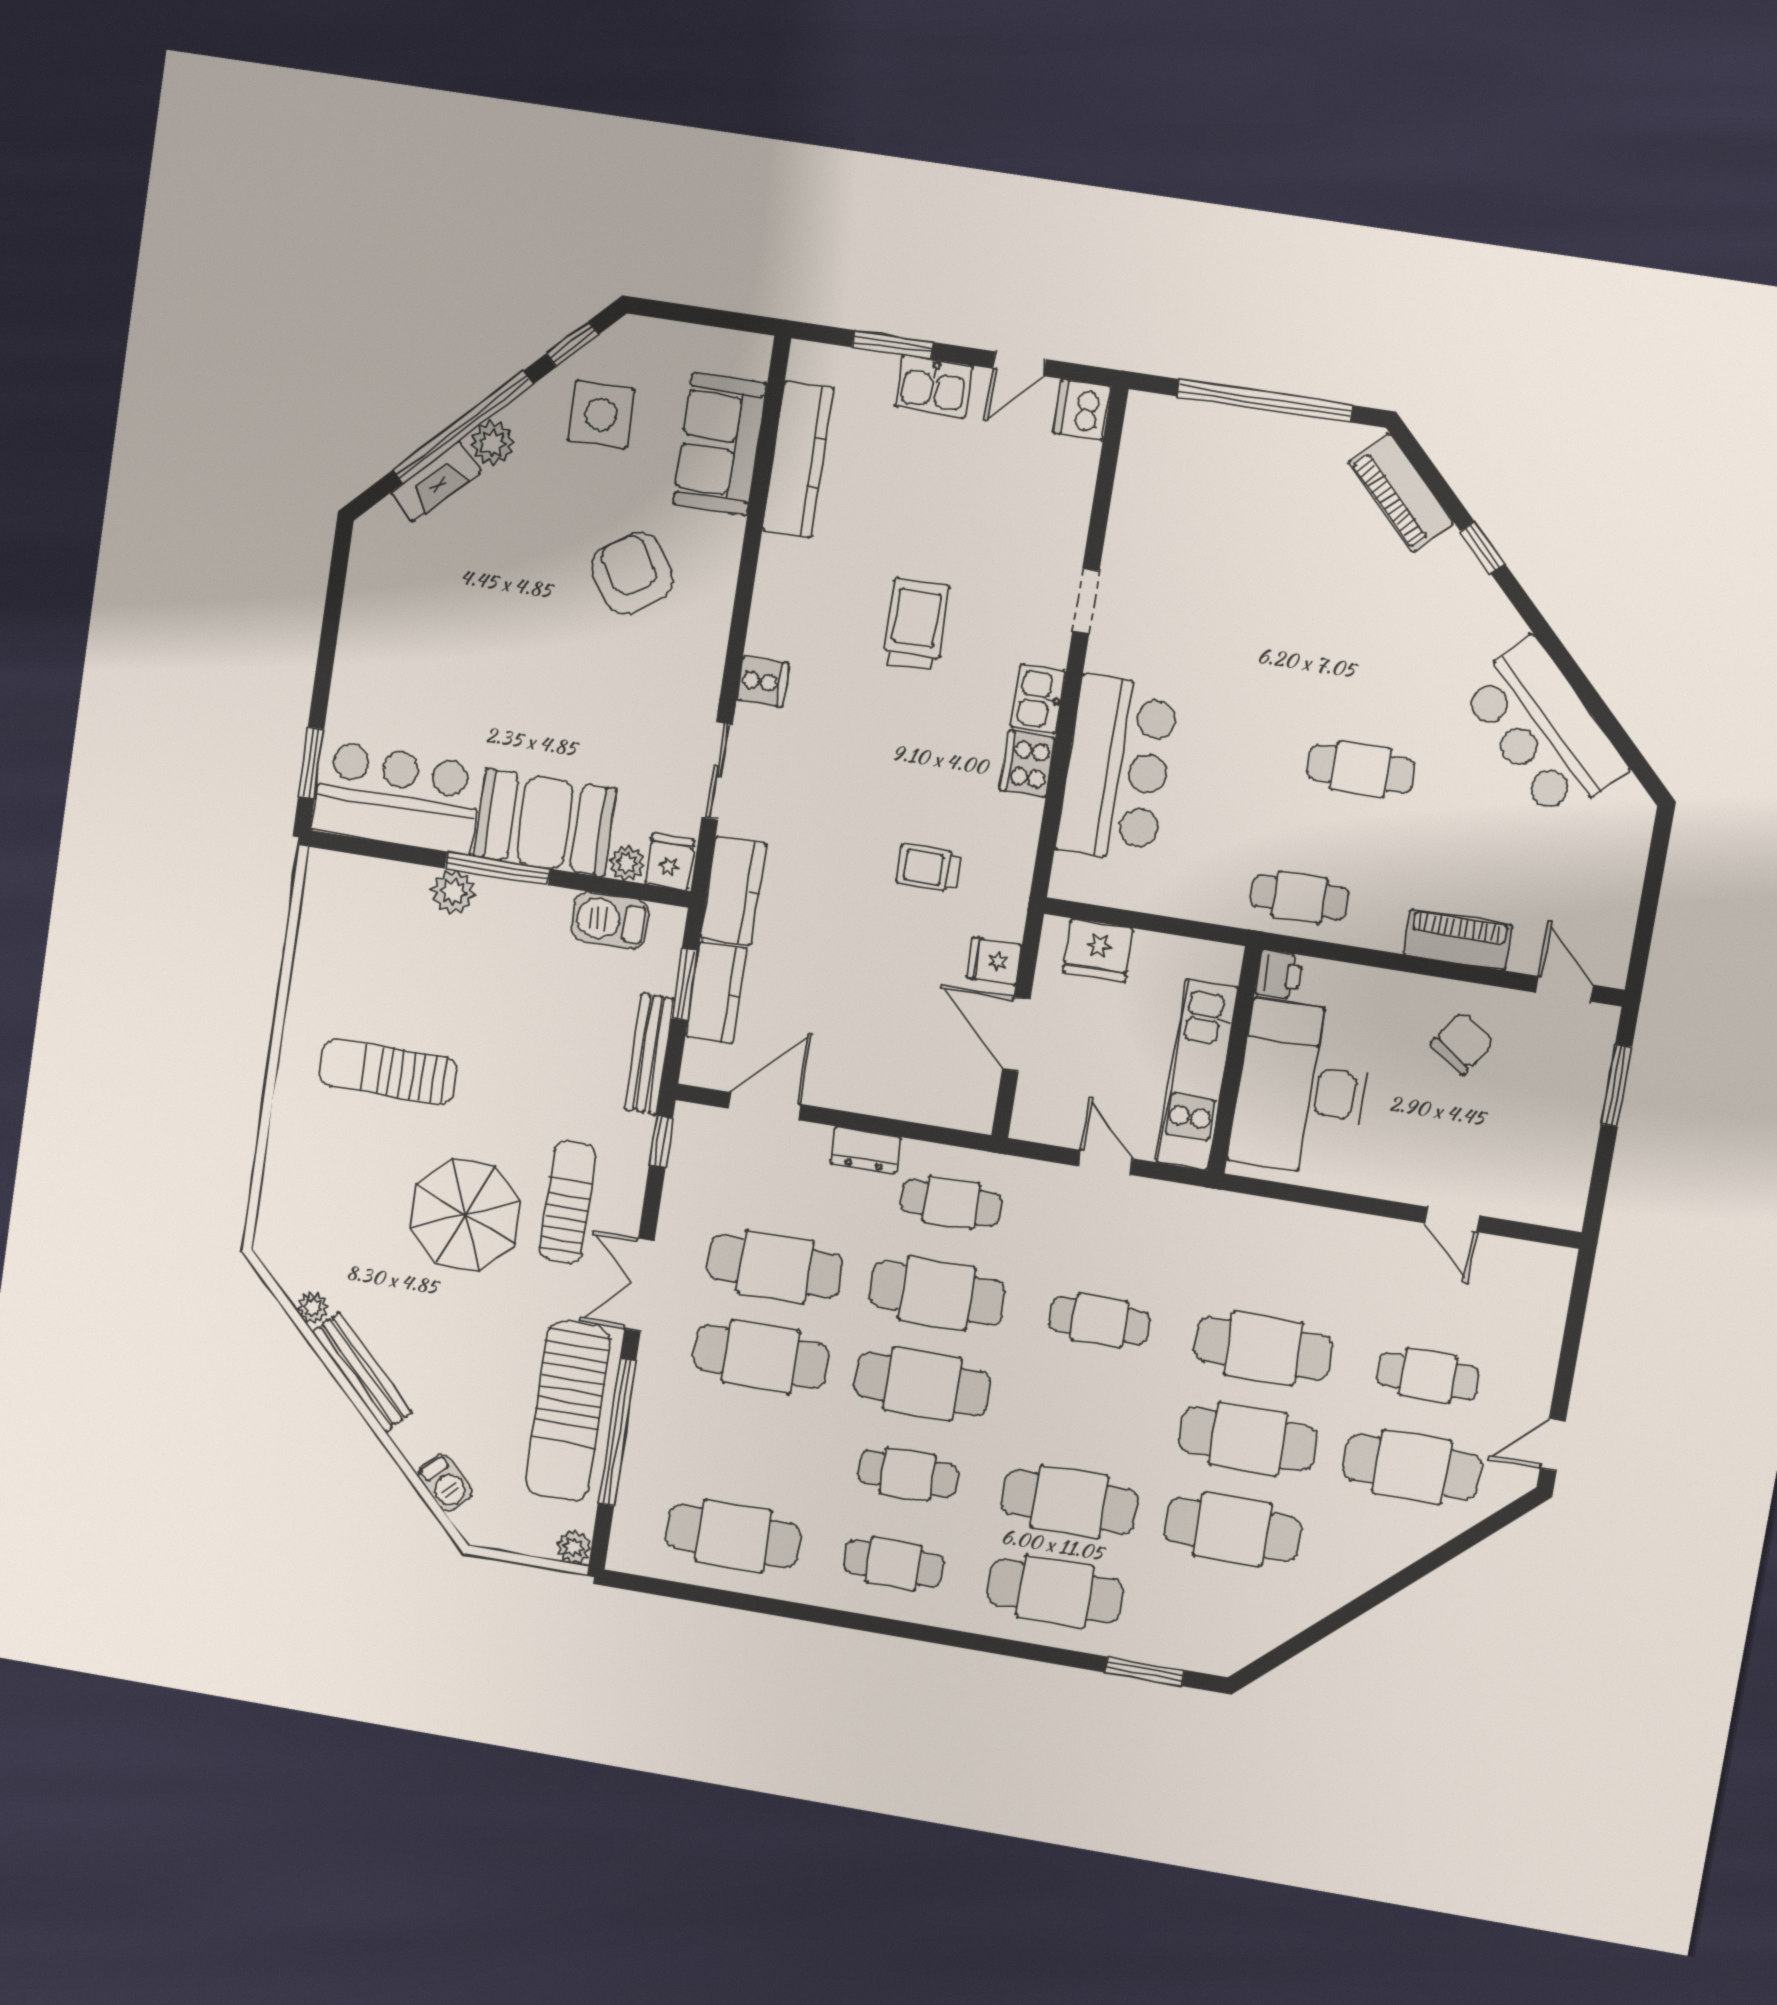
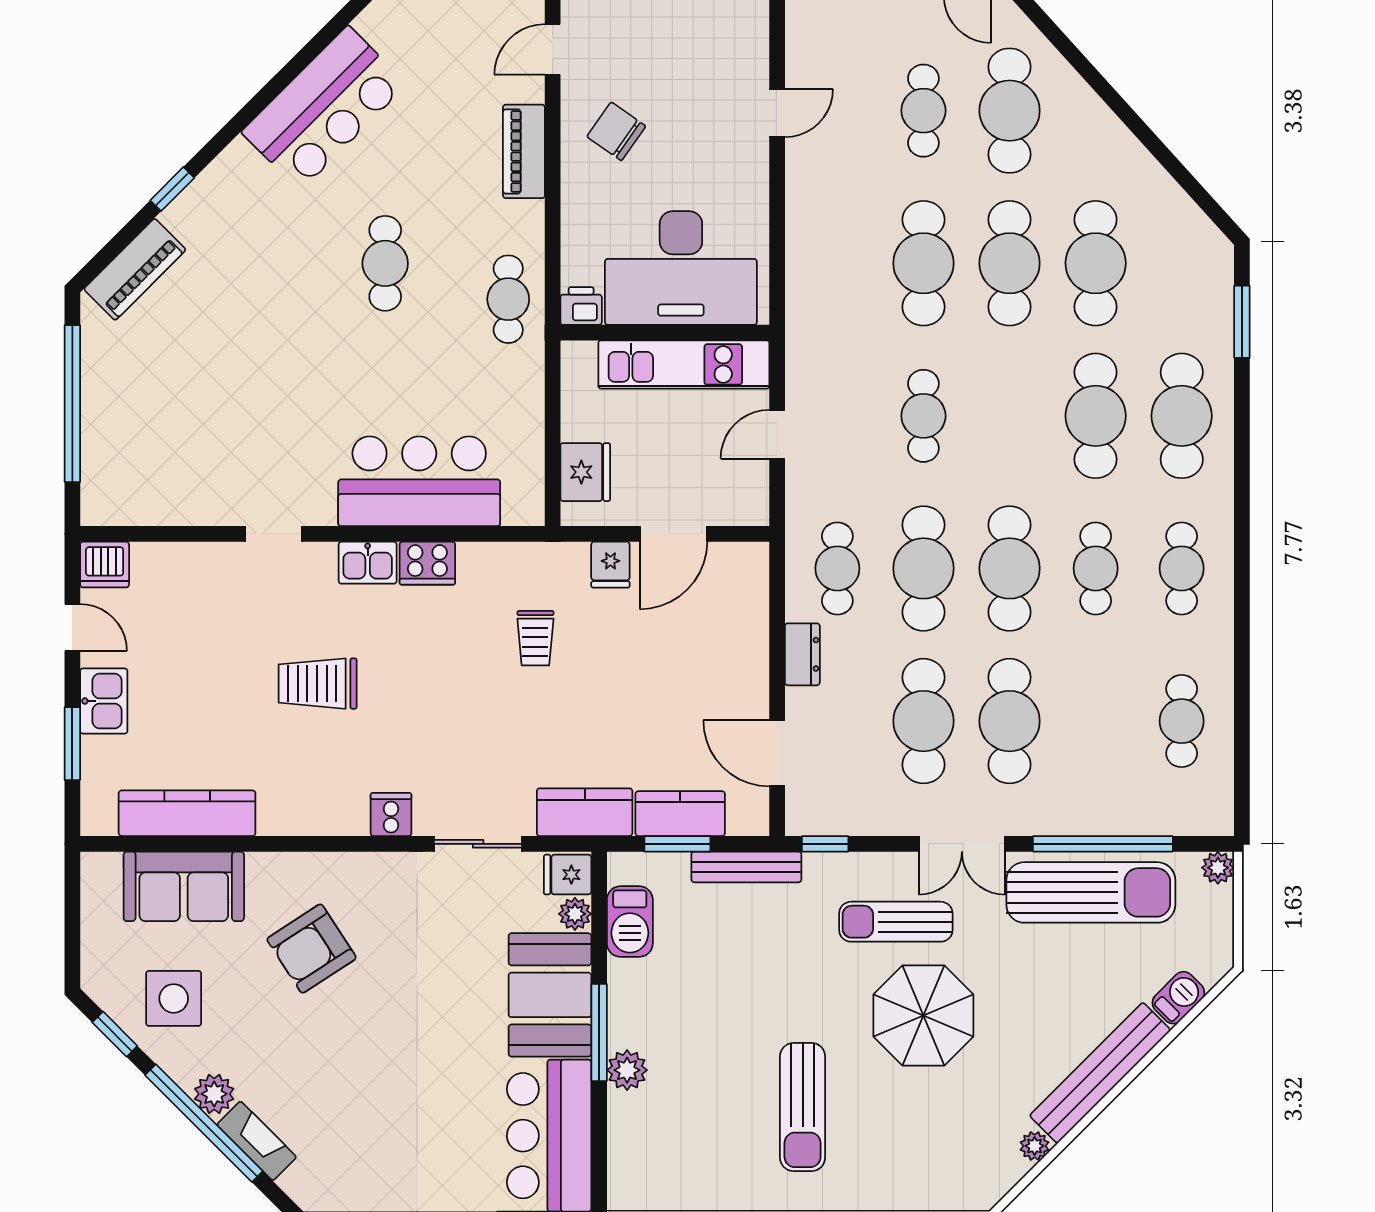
bench: (362, 1372) -> (1100, 1073), width x1.37, depth x1.21
cafe table: (733, 1536) -> (1182, 721), width x0.73, depth x0.74

